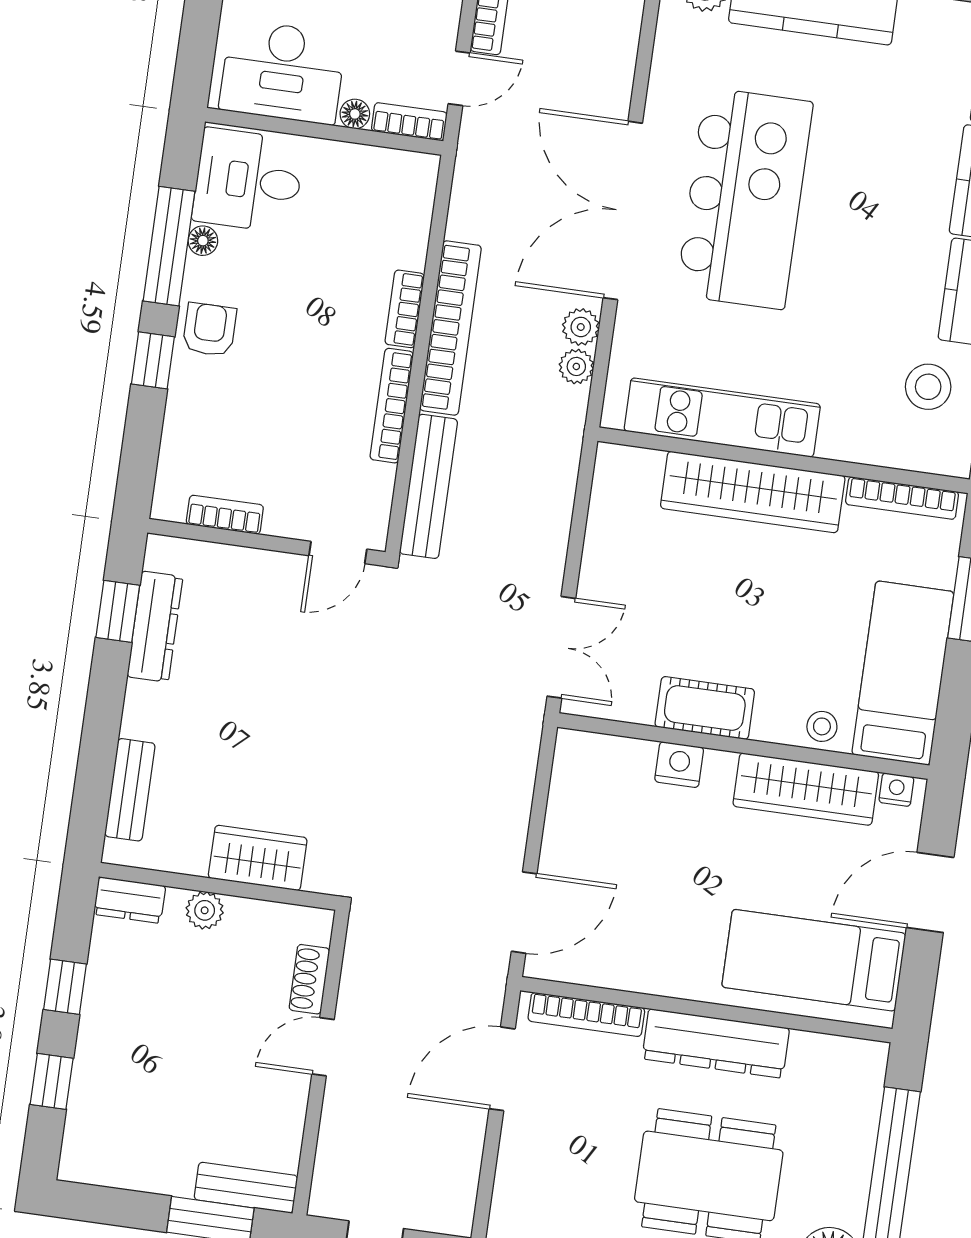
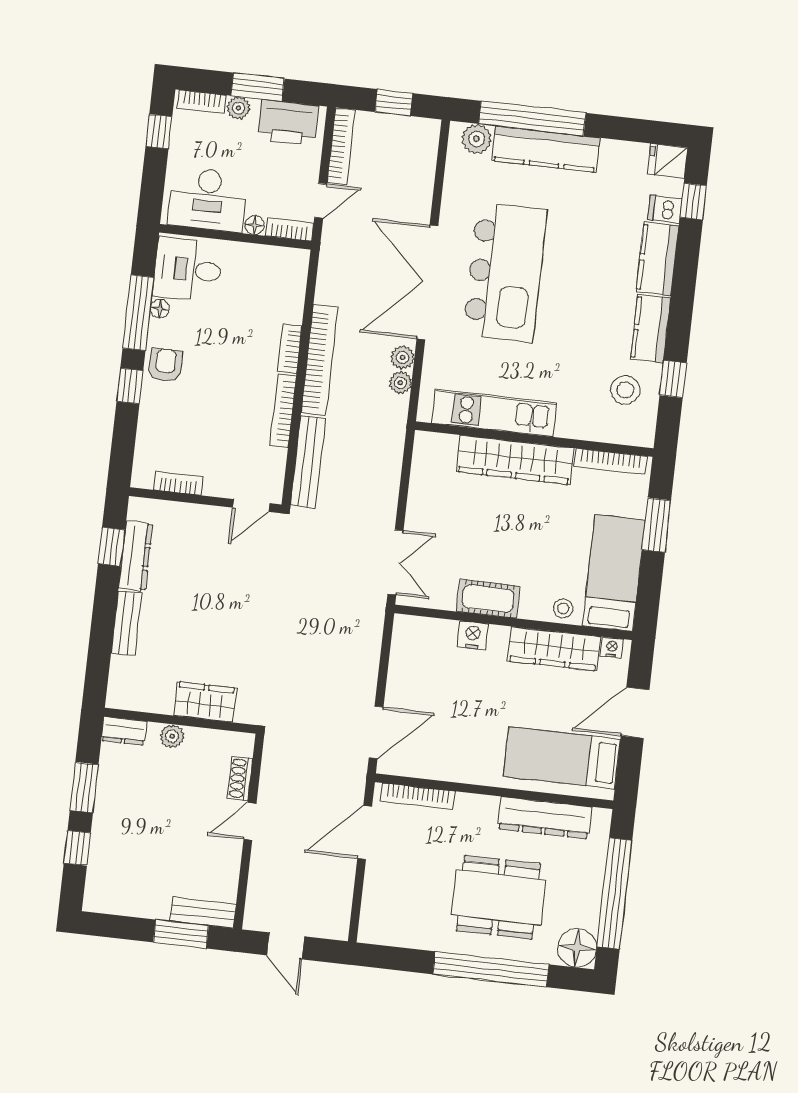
bench: (130, 790) -> (127, 623), moved
window: (65, 987) -> (84, 787), width x1.50
dresser: (716, 1043) -> (545, 818), moved

